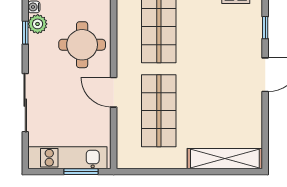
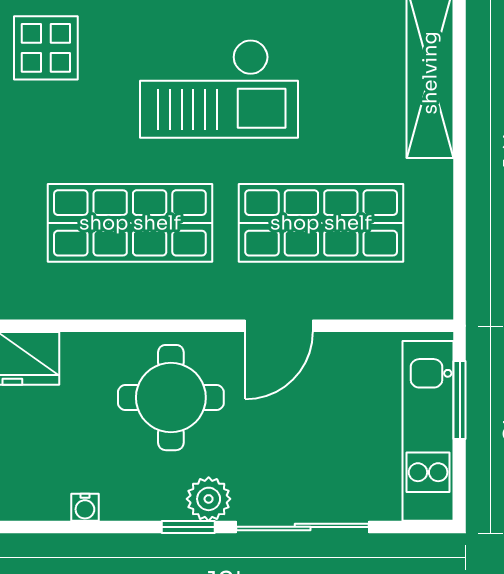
plant: (38, 24) -> (209, 499), moved
window: (25, 33) -> (188, 527), moved
checkout: (218, 66) -> (219, 89), added

